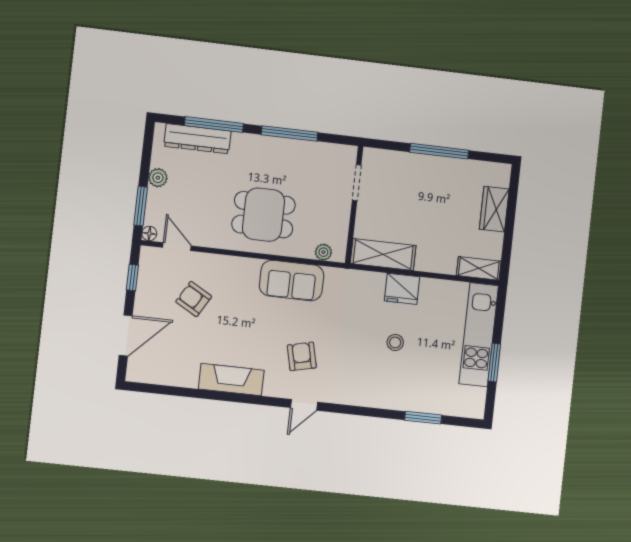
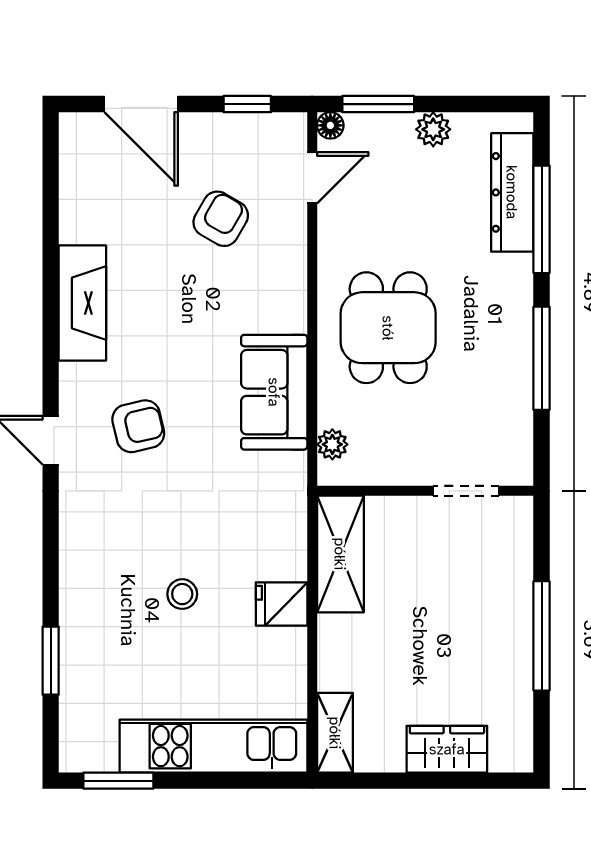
fridge: (402, 289) -> (282, 604), width x0.72
window: (494, 362) -> (118, 781), moved

